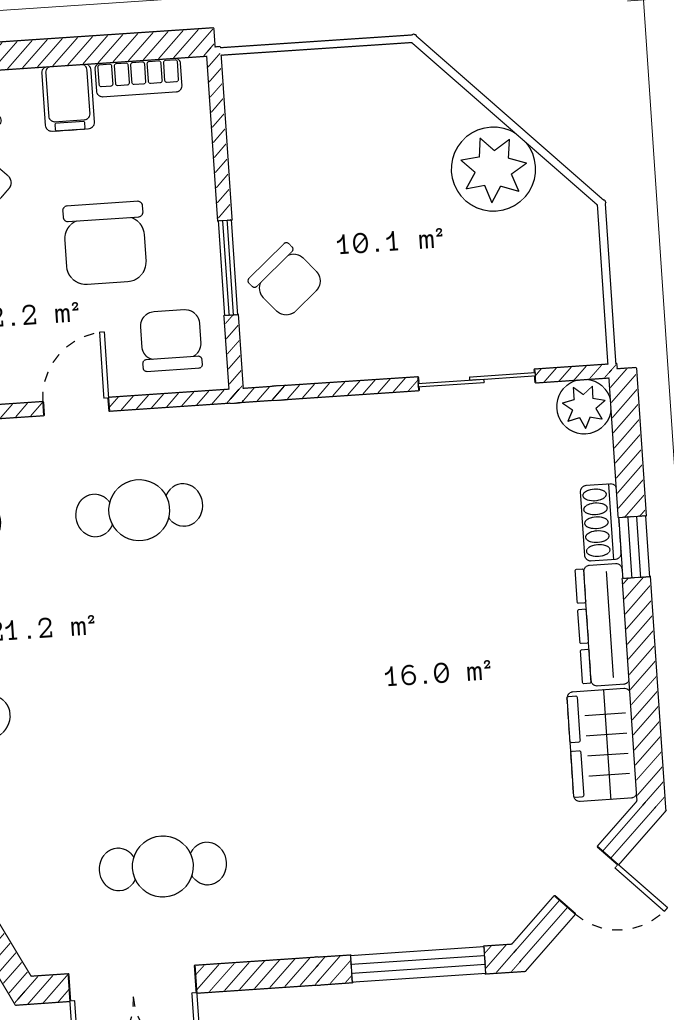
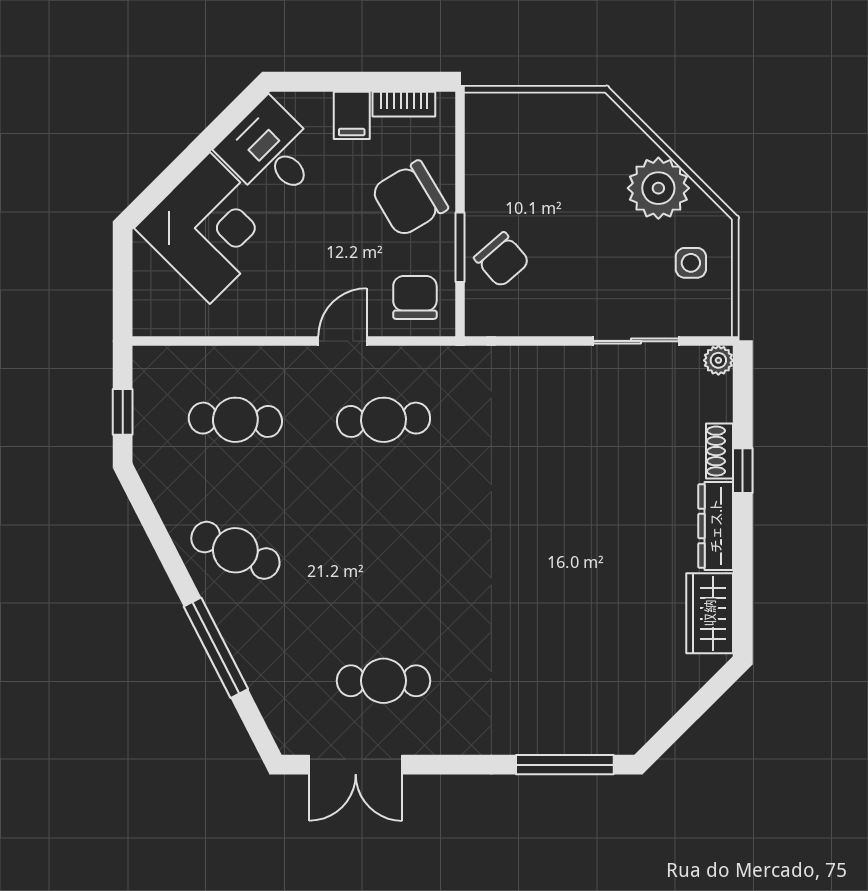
chair: (105, 243) -> (410, 199), moved, turned 59
side table: (545, 268) -> (691, 263), added
plant: (584, 407) -> (718, 360), width x0.73, depth x0.73
door: (586, 880) -> (692, 711), removed

